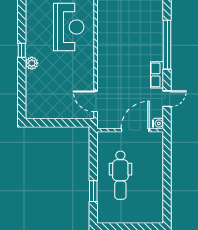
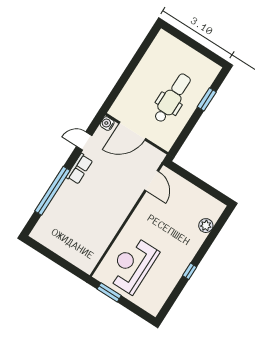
plant: (32, 63) -> (206, 226), moved

